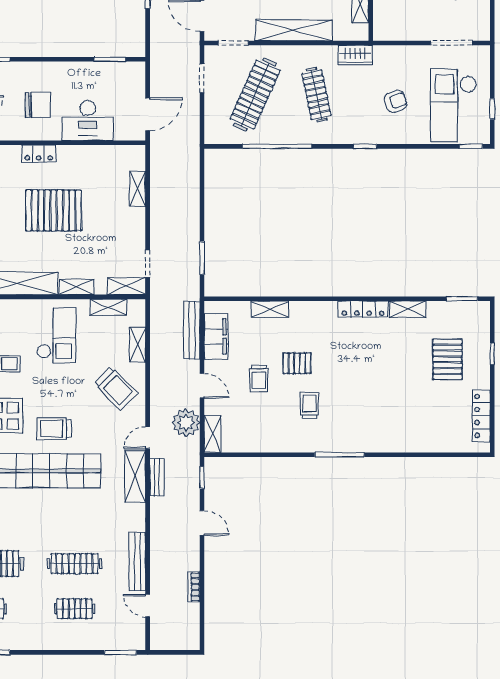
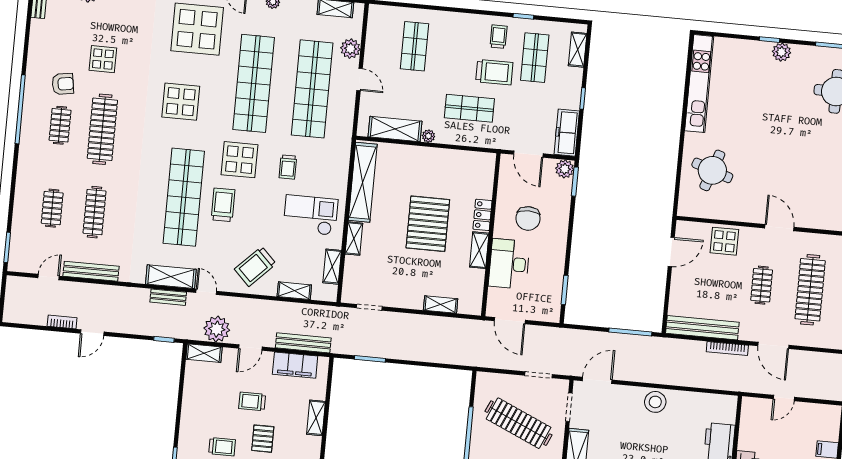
shelving: (126, 286) -> (479, 250), moved
checkout: (56, 335) -> (310, 215), turned 180
door: (202, 523) -> (92, 333), moved

